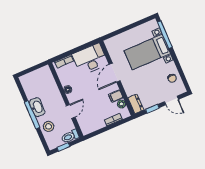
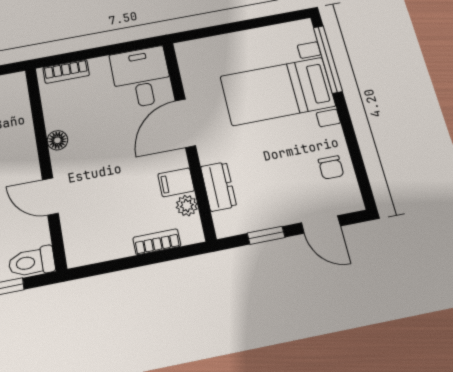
desk: (90, 59) -> (141, 77), width x0.73
dresser: (136, 104) -> (218, 186), moved
door: (71, 111) -> (50, 197), swing flipped

